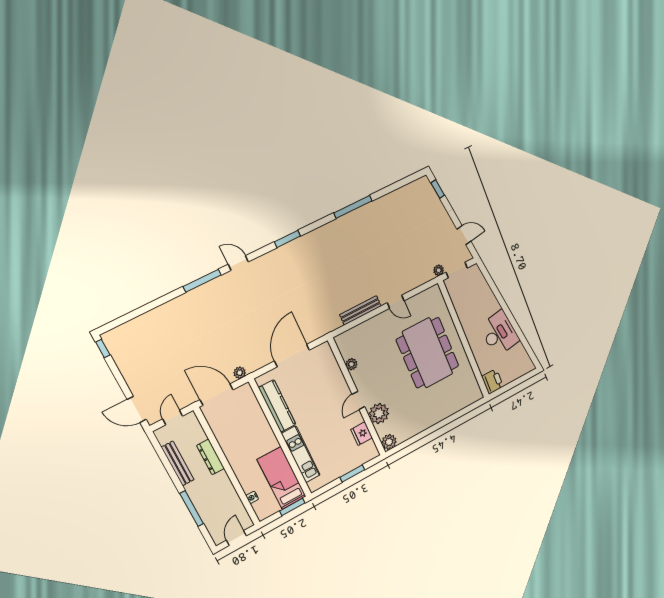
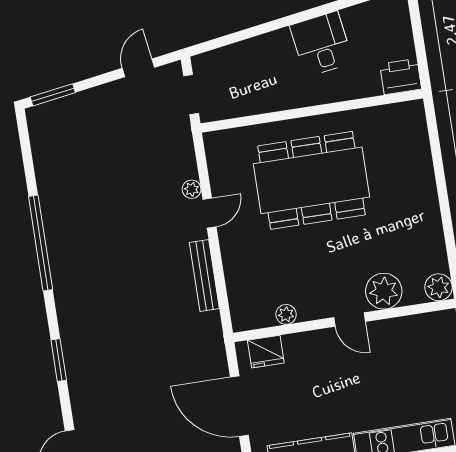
window: (438, 189) -> (53, 95), width x1.50
window: (353, 207) -> (41, 243), width x1.46
plant: (439, 270) -> (192, 189), moved
desk: (499, 333) -> (322, 44), width x0.73
fridge: (362, 434) -> (266, 352), moved

